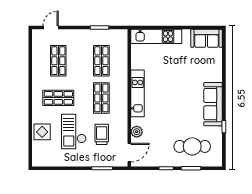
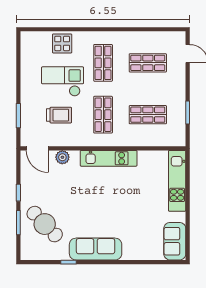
shop shelf: (101, 98) -> (103, 115), turned 90
cafe table: (192, 146) -> (45, 224), turned -44

